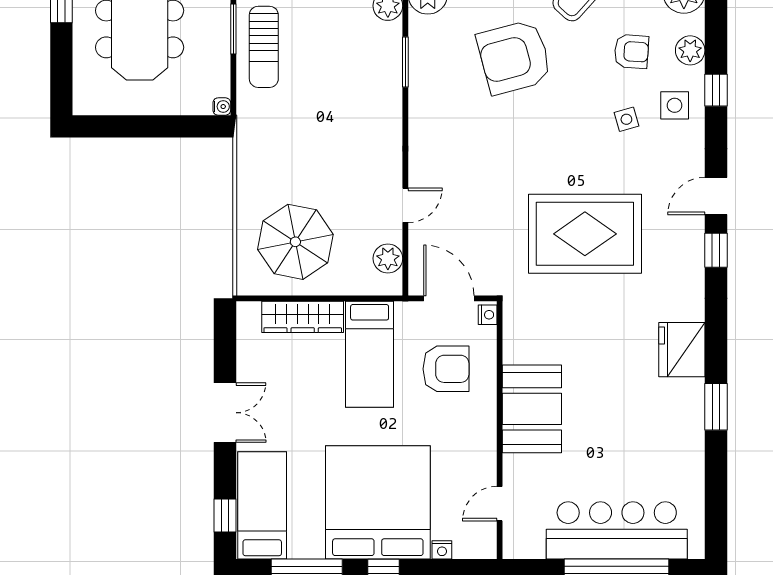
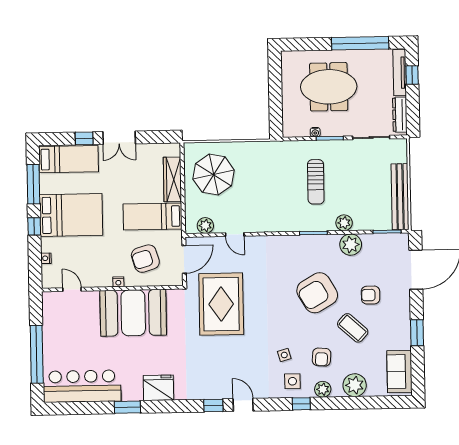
sun lounger: (264, 47) -> (316, 182), moved, turned -90
armchair: (514, 57) -> (317, 293), turned -105
water cooler: (222, 107) -> (315, 132), moved
rug: (585, 234) -> (221, 304), moved
nightstand: (488, 315) -> (118, 282), moved
armchair: (446, 369) -> (145, 259), turned 73
booth: (532, 409) -> (133, 313), width x1.36, depth x1.42
bed: (378, 502) -> (71, 215), width x0.73
window: (225, 515) -> (84, 138), moved
bar counter: (617, 530) -> (82, 386), moved, turned -90

